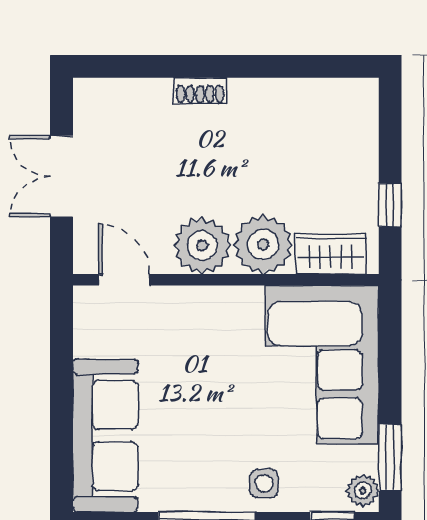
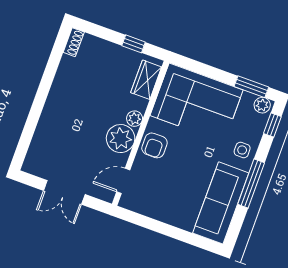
shoe rack: (200, 91) -> (74, 42), moved
plant: (263, 245) -> (135, 119), width x0.53, depth x0.53
armchair: (212, 315) -> (154, 145), added
sofa: (105, 436) -> (221, 203), moved, turned -90

